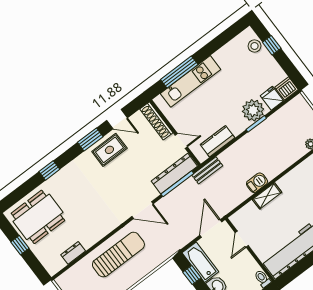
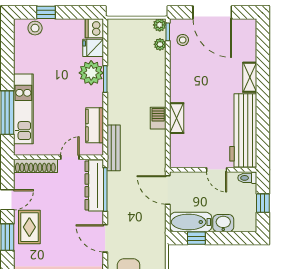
bench: (207, 170) -> (114, 148), width x1.36
door: (143, 210) -> (105, 238), swing flipped
door: (242, 239) -> (217, 170), moved

